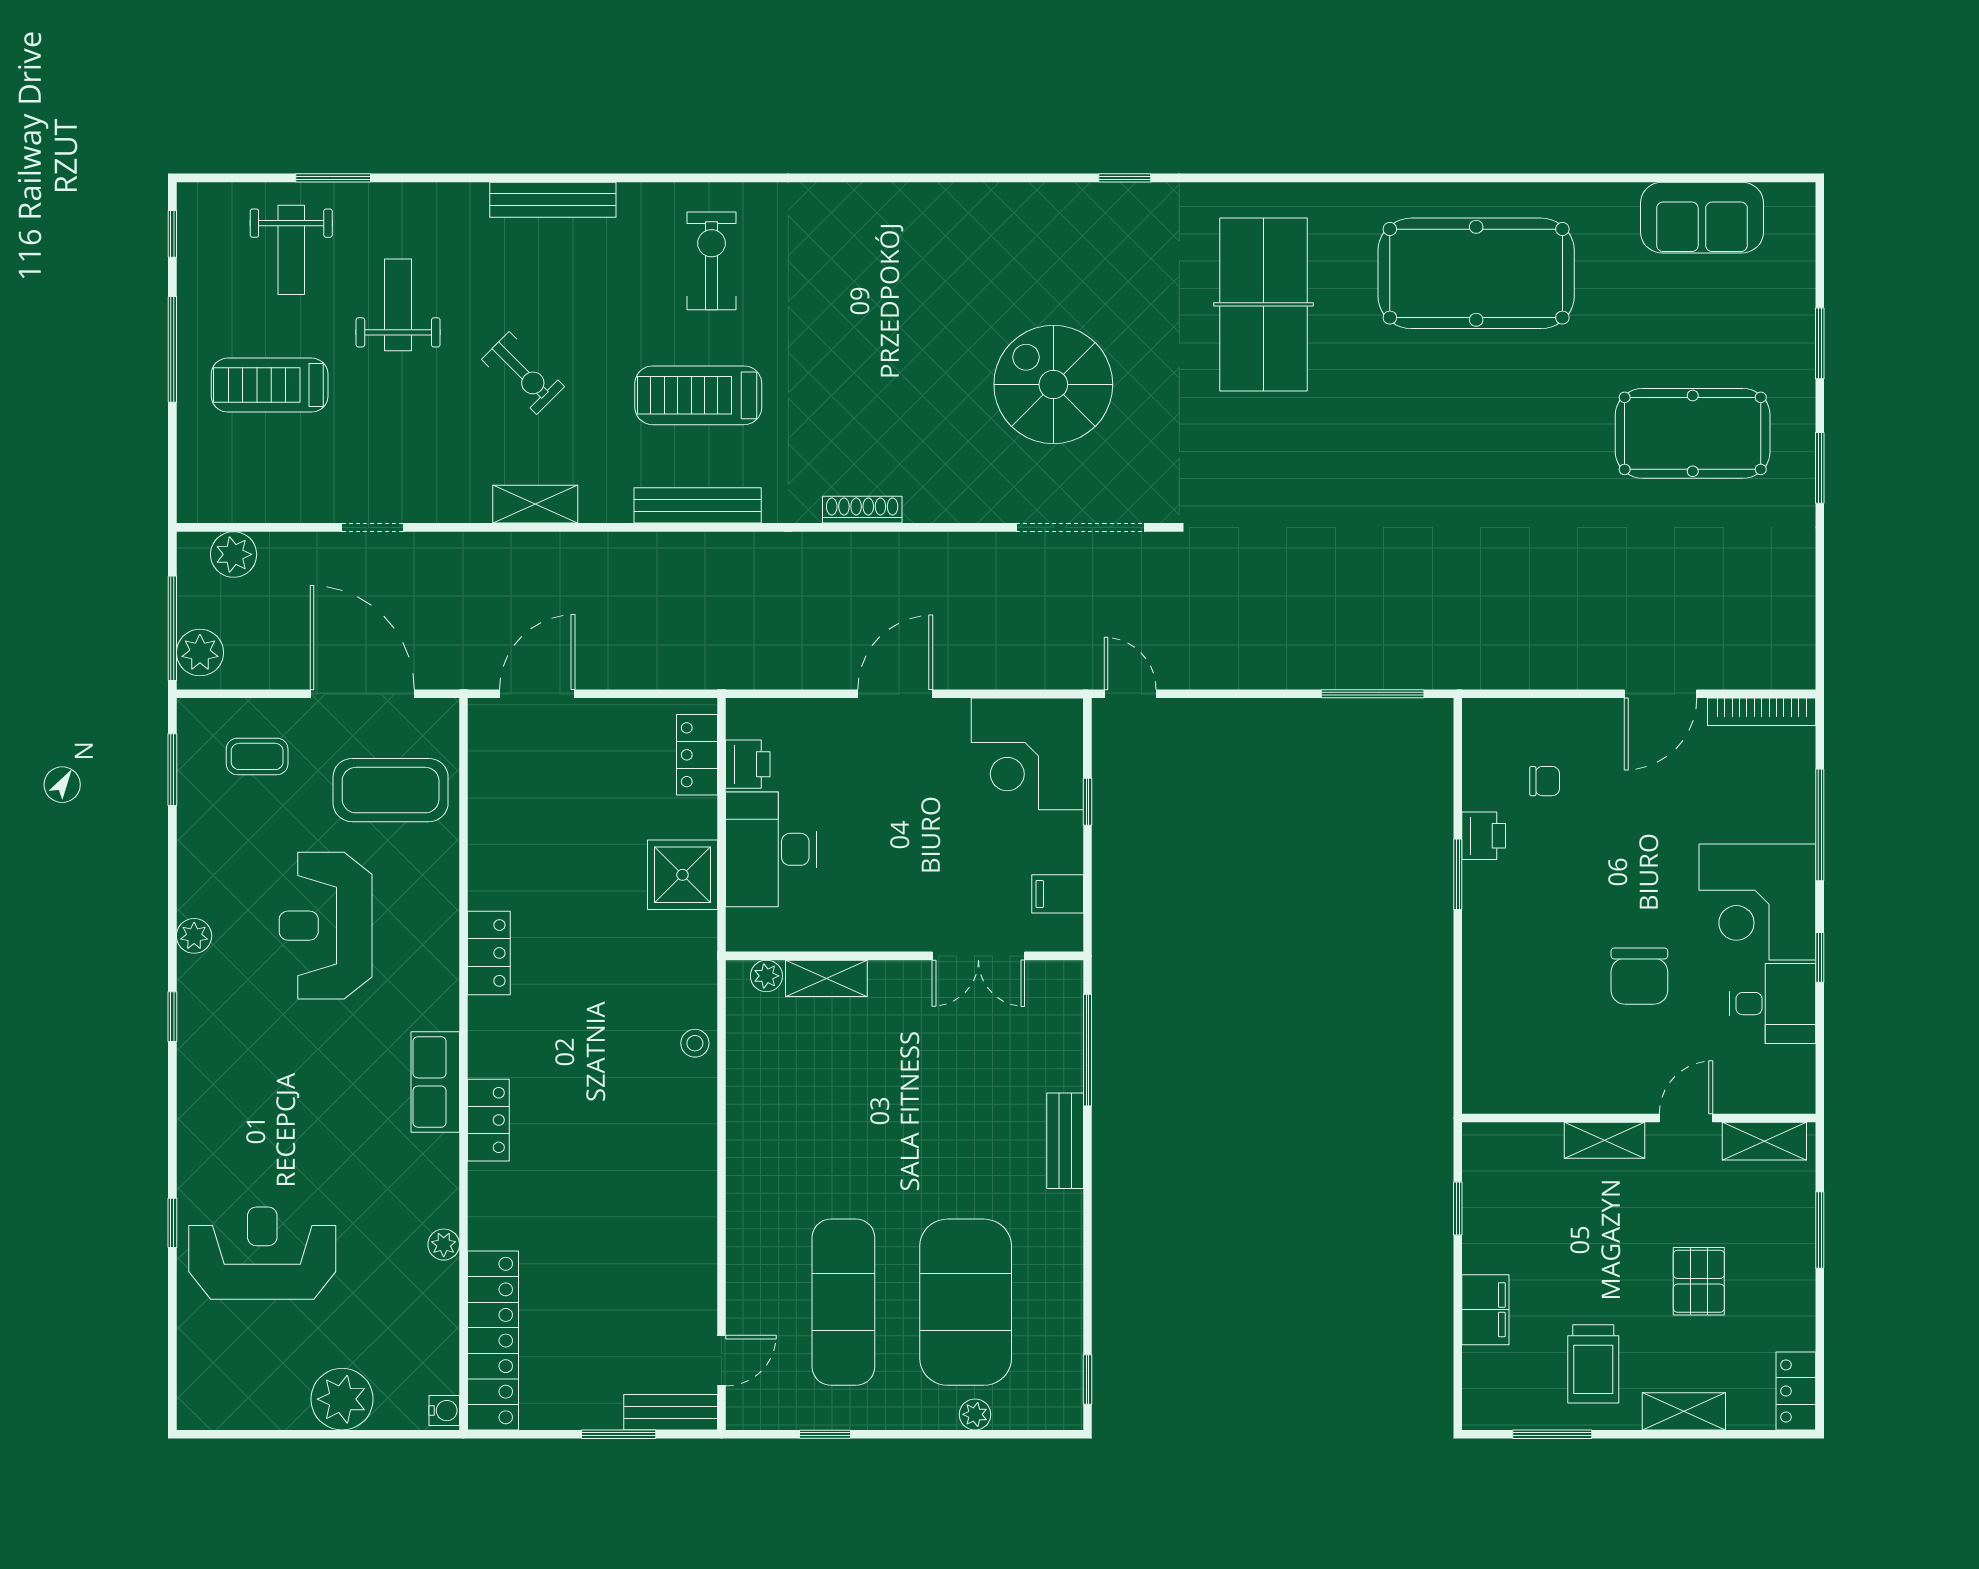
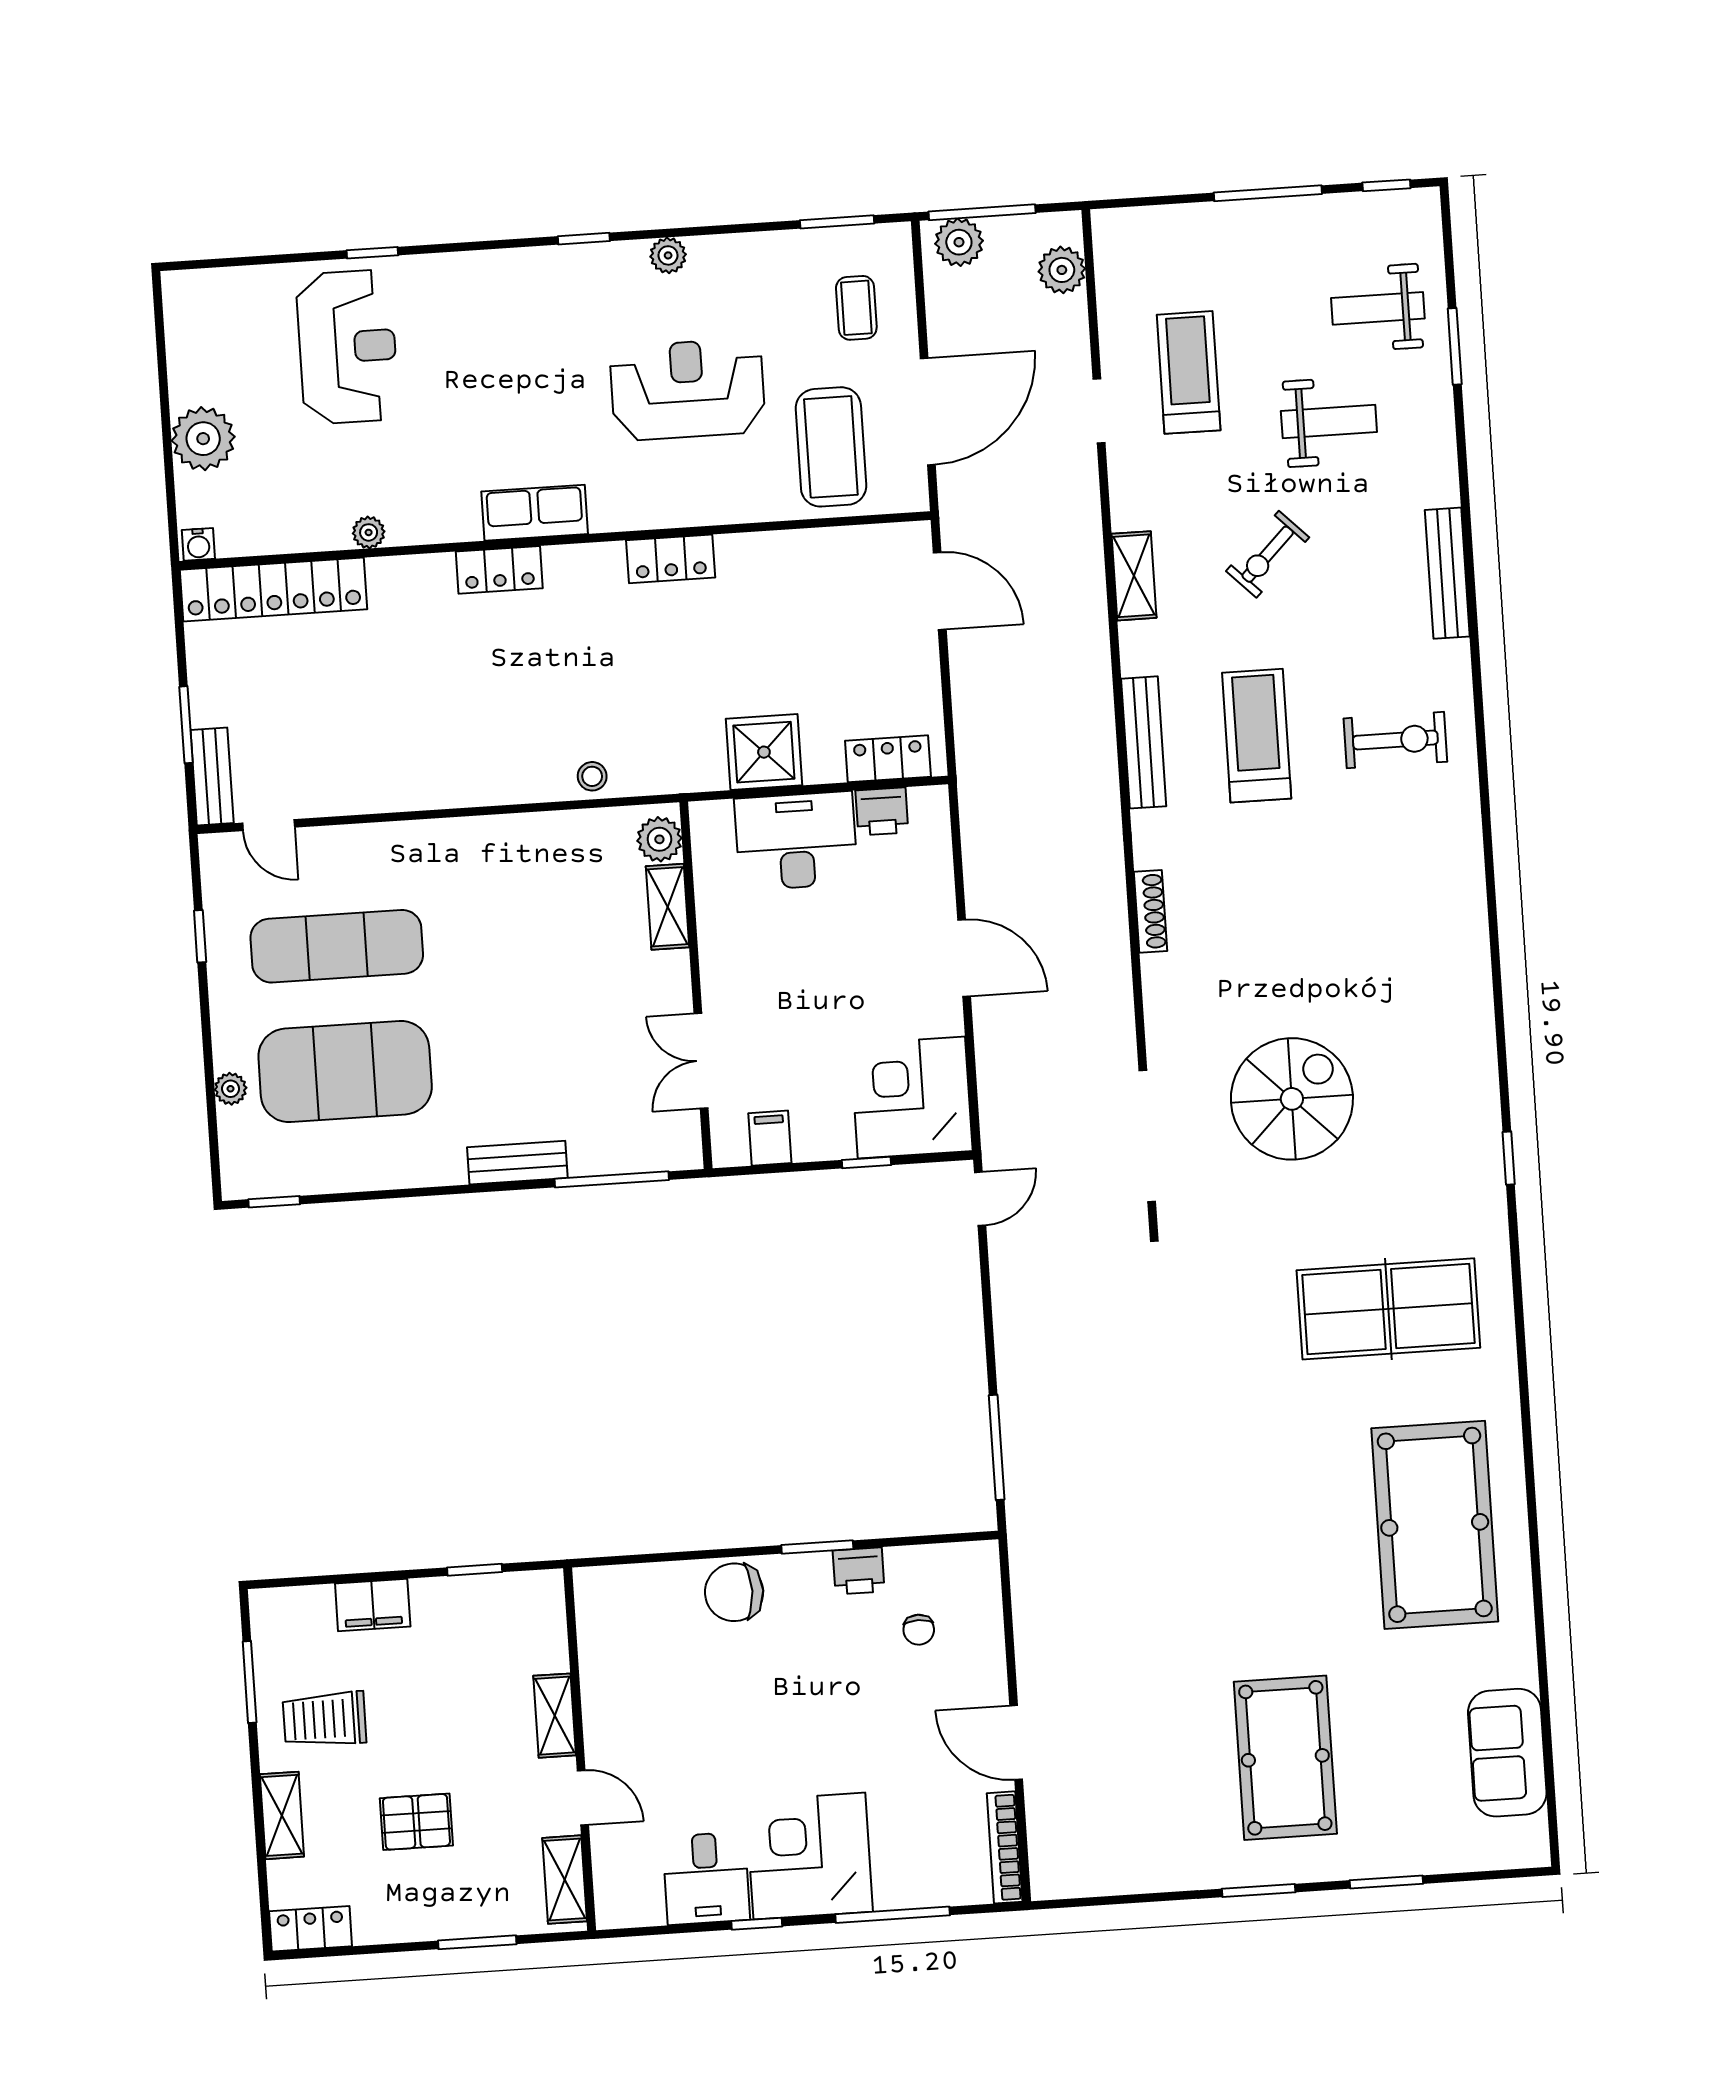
treadmill: (270, 385) -> (1189, 372), moved
plant: (766, 976) -> (659, 839), width x1.38, depth x1.38
chair: (1639, 976) -> (734, 1592), moved

